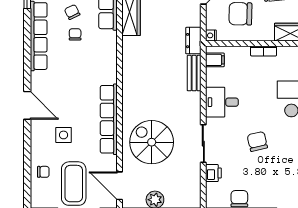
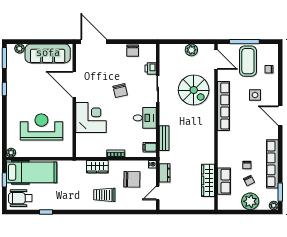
dresser: (193, 41) -> (165, 173), moved

